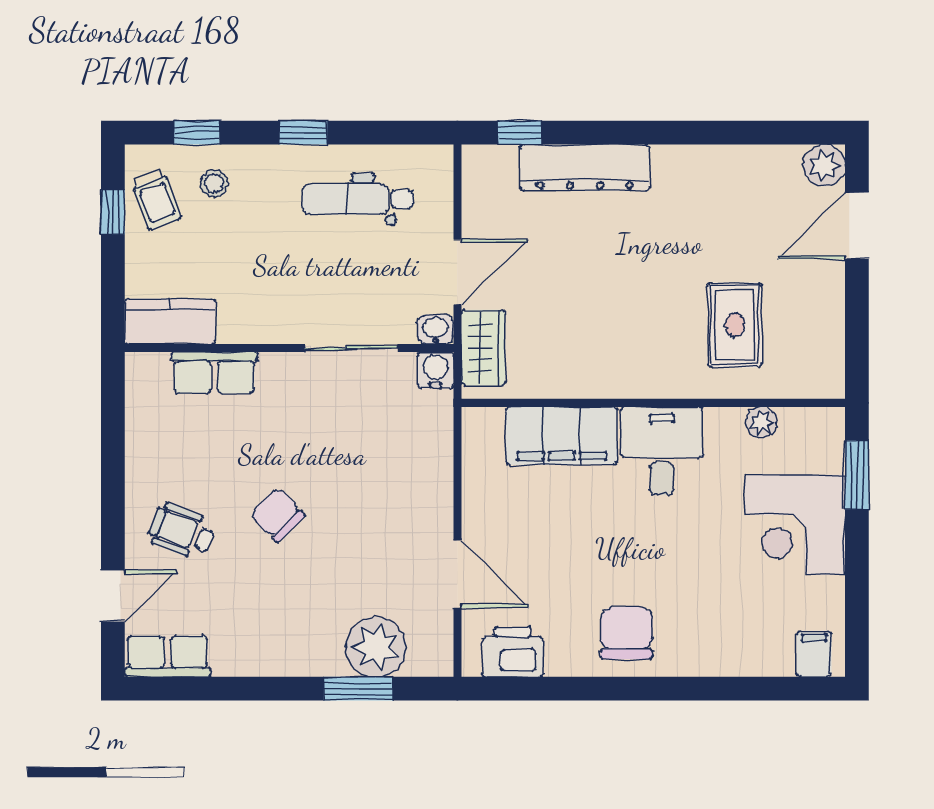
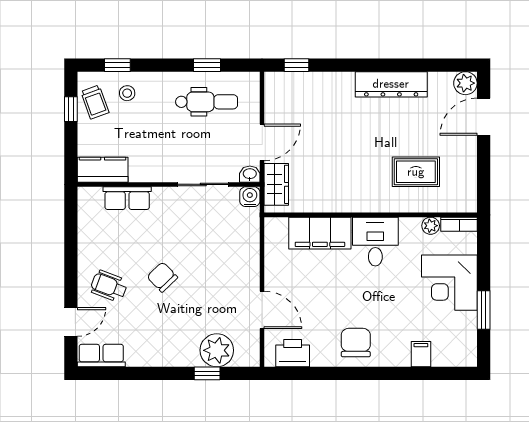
window: (303, 133) -> (207, 65), moved
dresser: (585, 167) -> (391, 84), moved
dental chair: (358, 199) -> (207, 102), turned 180
rug: (735, 325) -> (416, 172), turned 90
bookcase: (813, 420) -> (459, 224), added
window: (857, 475) -> (484, 310), moved
filing cabinet: (814, 654) -> (421, 354), moved
window: (358, 689) -> (207, 373), width x0.67

